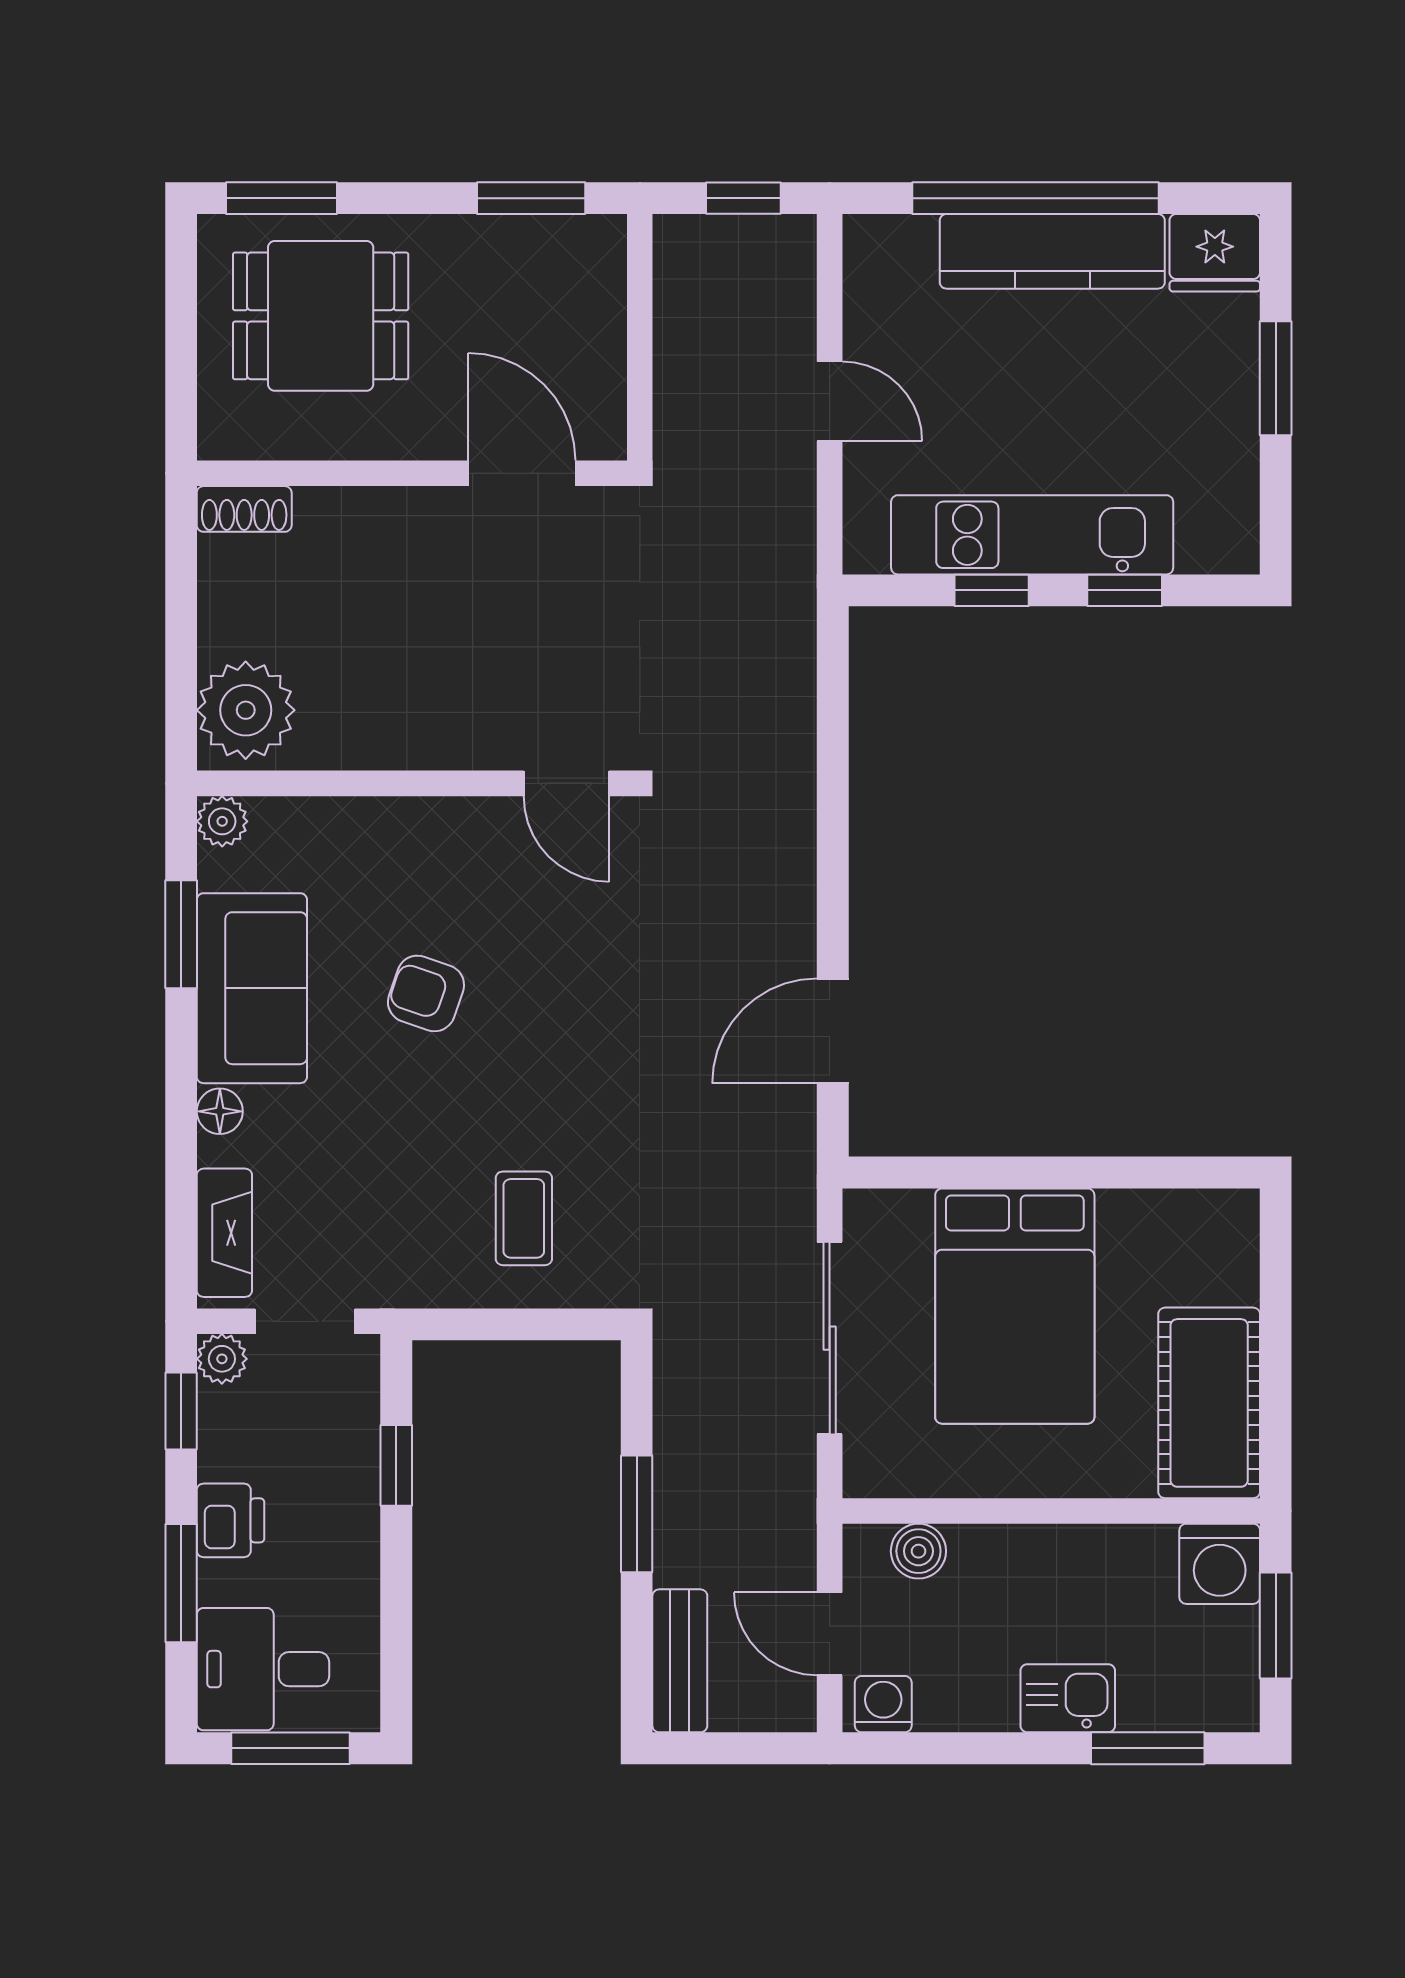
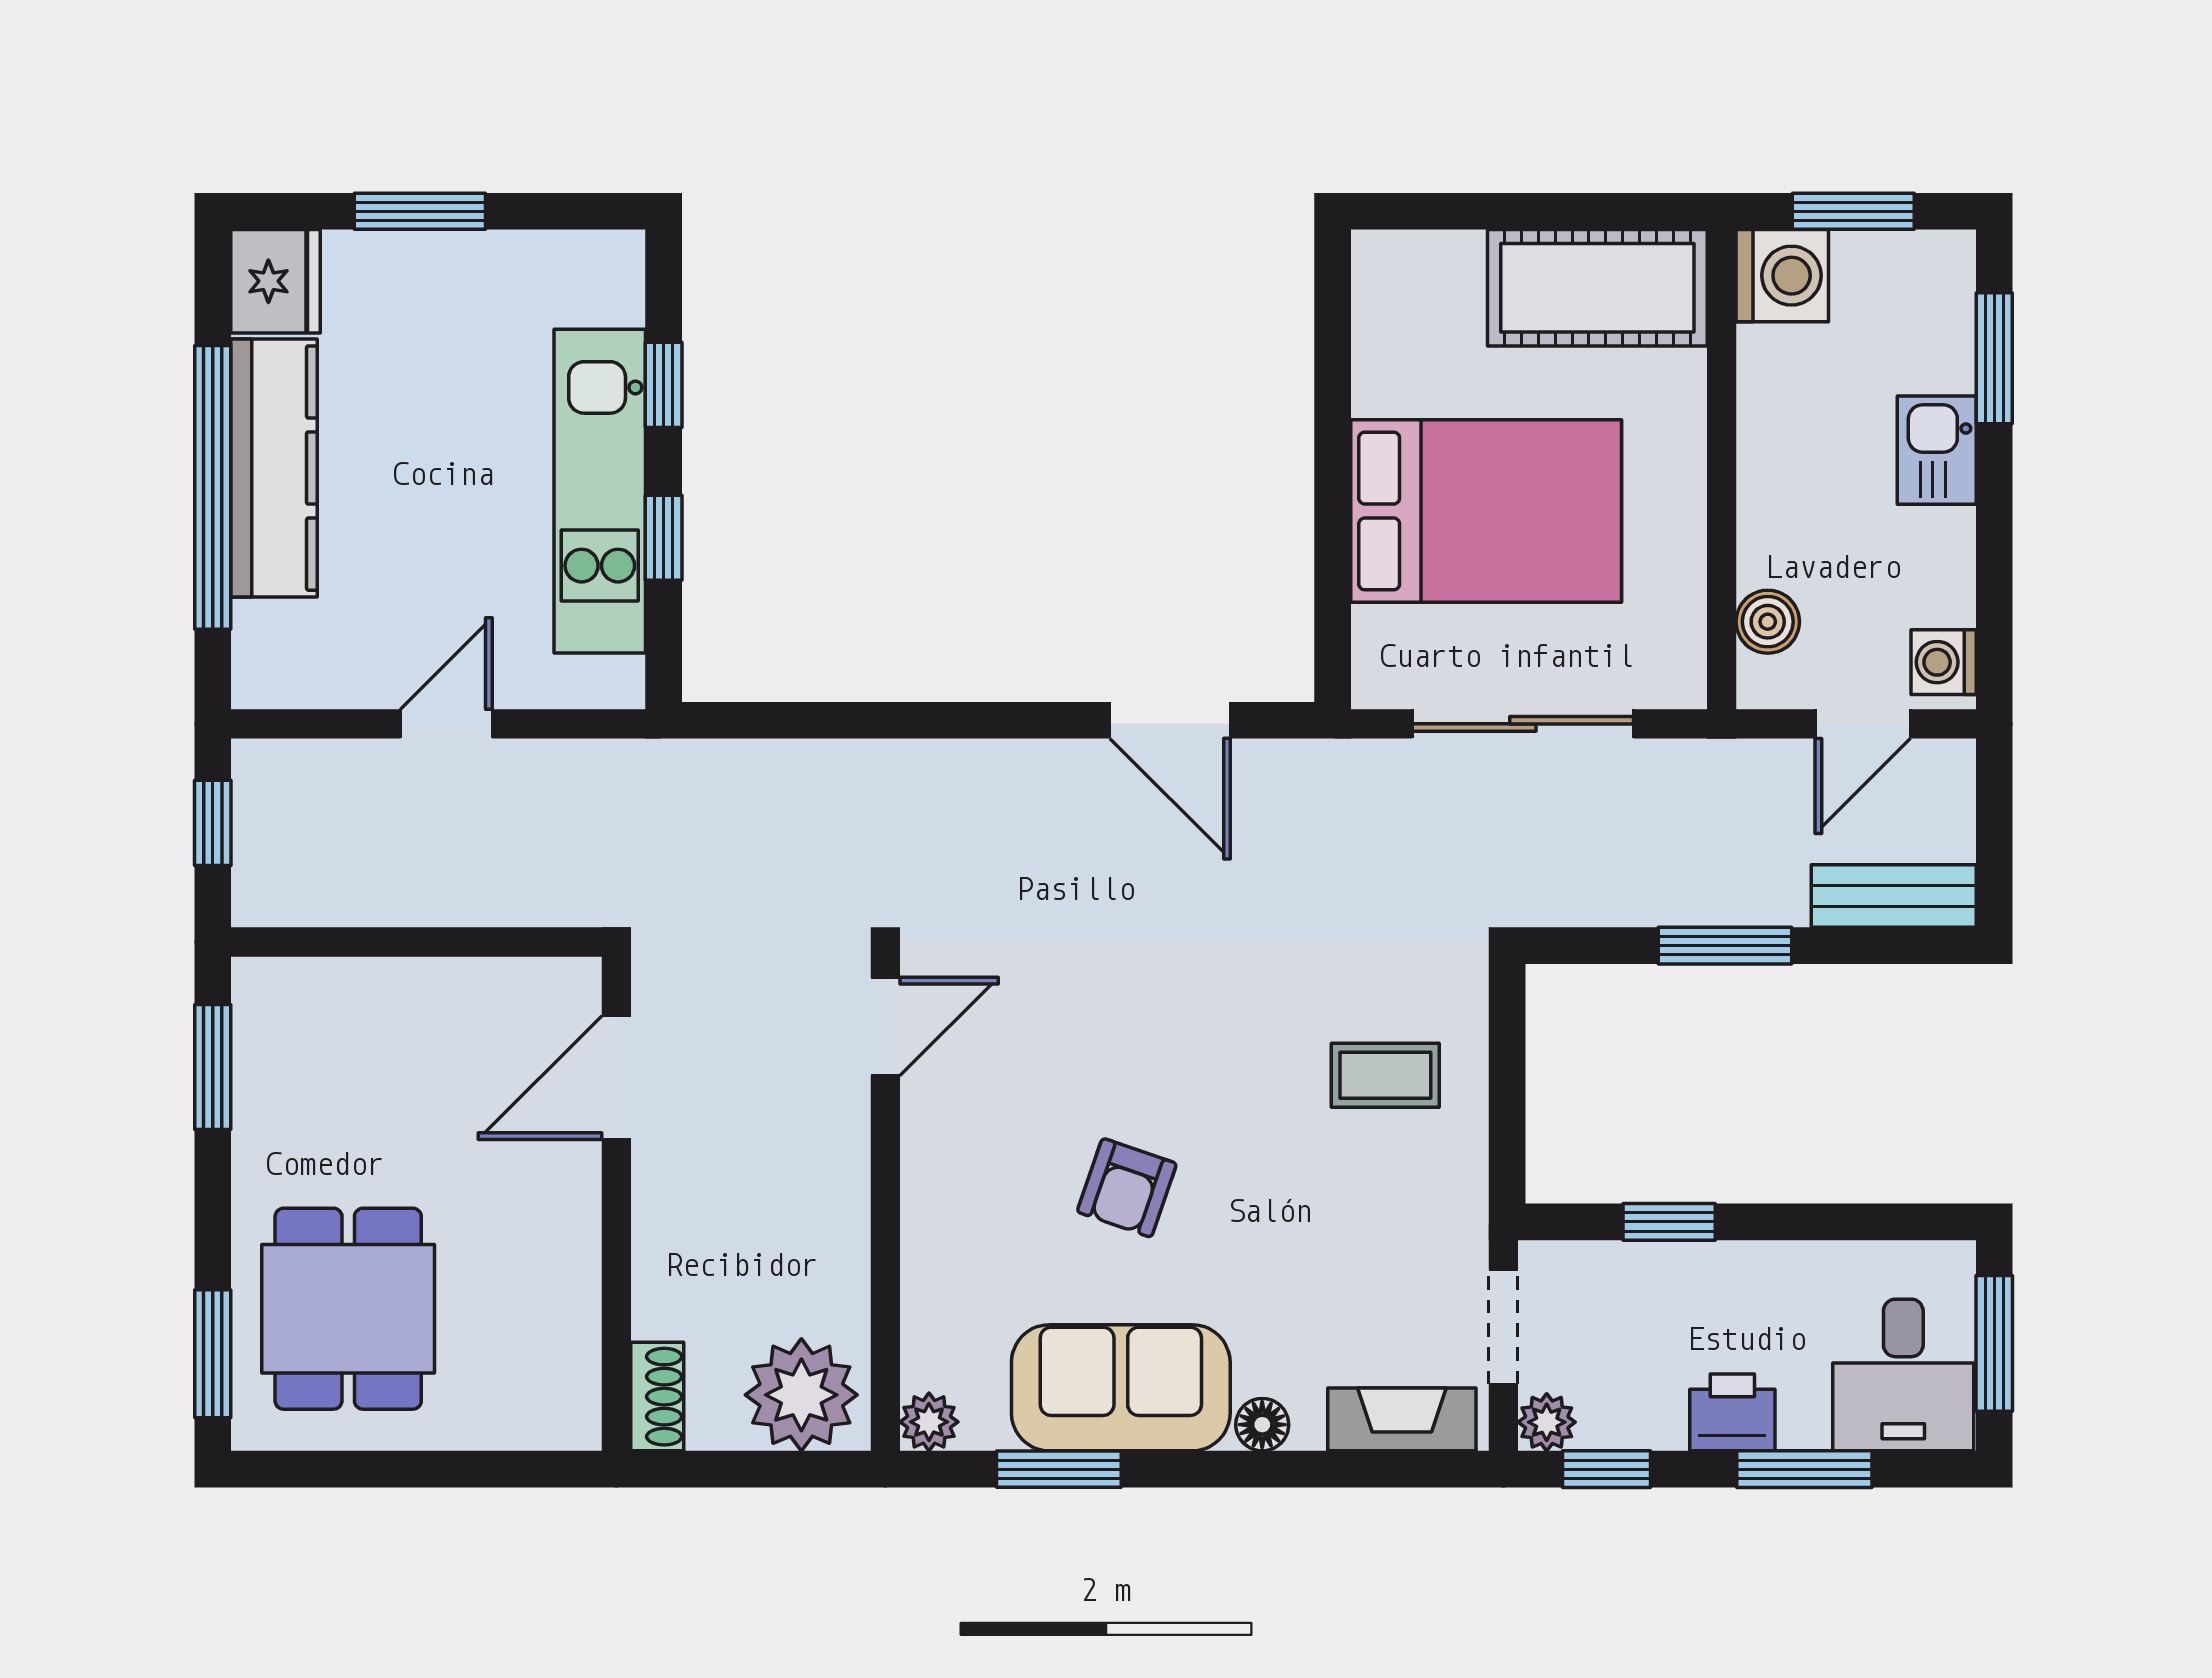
wall: (412, 473) -> (616, 1204), moved
door: (522, 473) -> (616, 1078), moved
shoe rack: (244, 509) -> (657, 1397), moved

